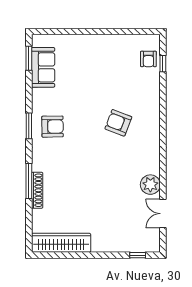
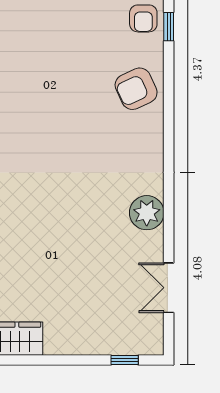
armchair: (118, 123) -> (136, 89), moved, turned -46
plant: (150, 185) -> (147, 213), moved

